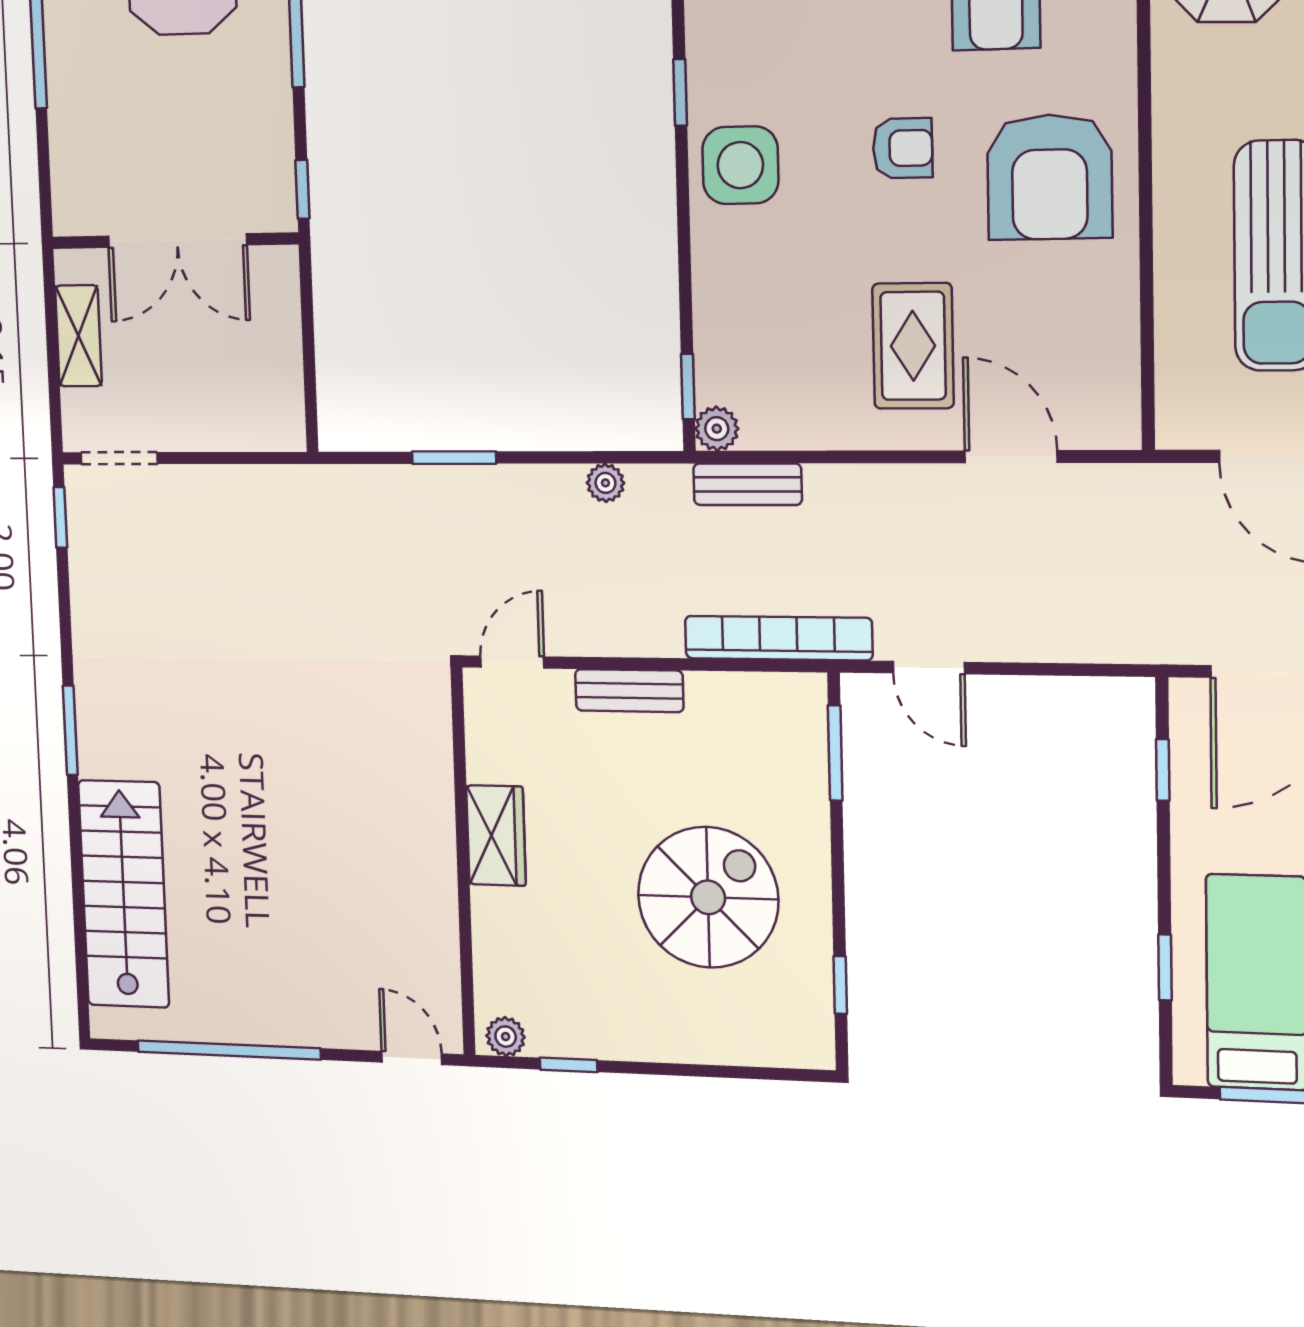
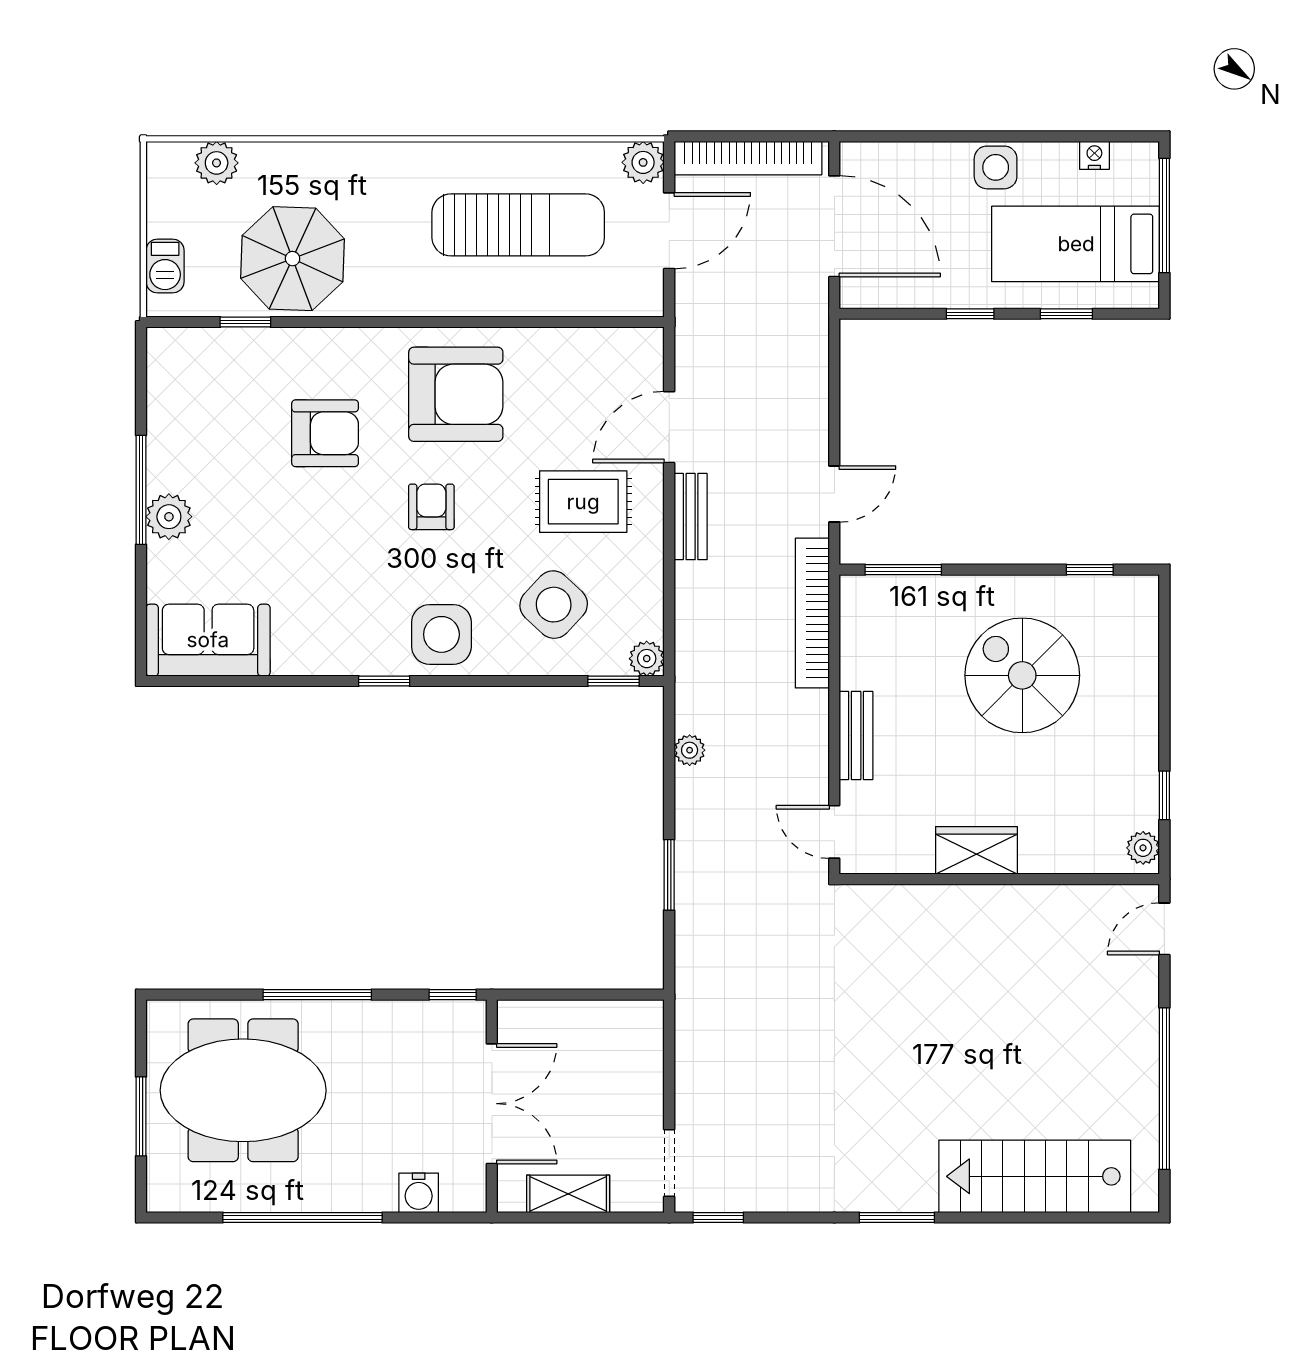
water cooler: (71, 153) -> (419, 1193), added
side table: (781, 309) -> (554, 605), added
bench: (748, 484) -> (691, 517), moved
window: (1163, 770) -> (970, 314), moved

